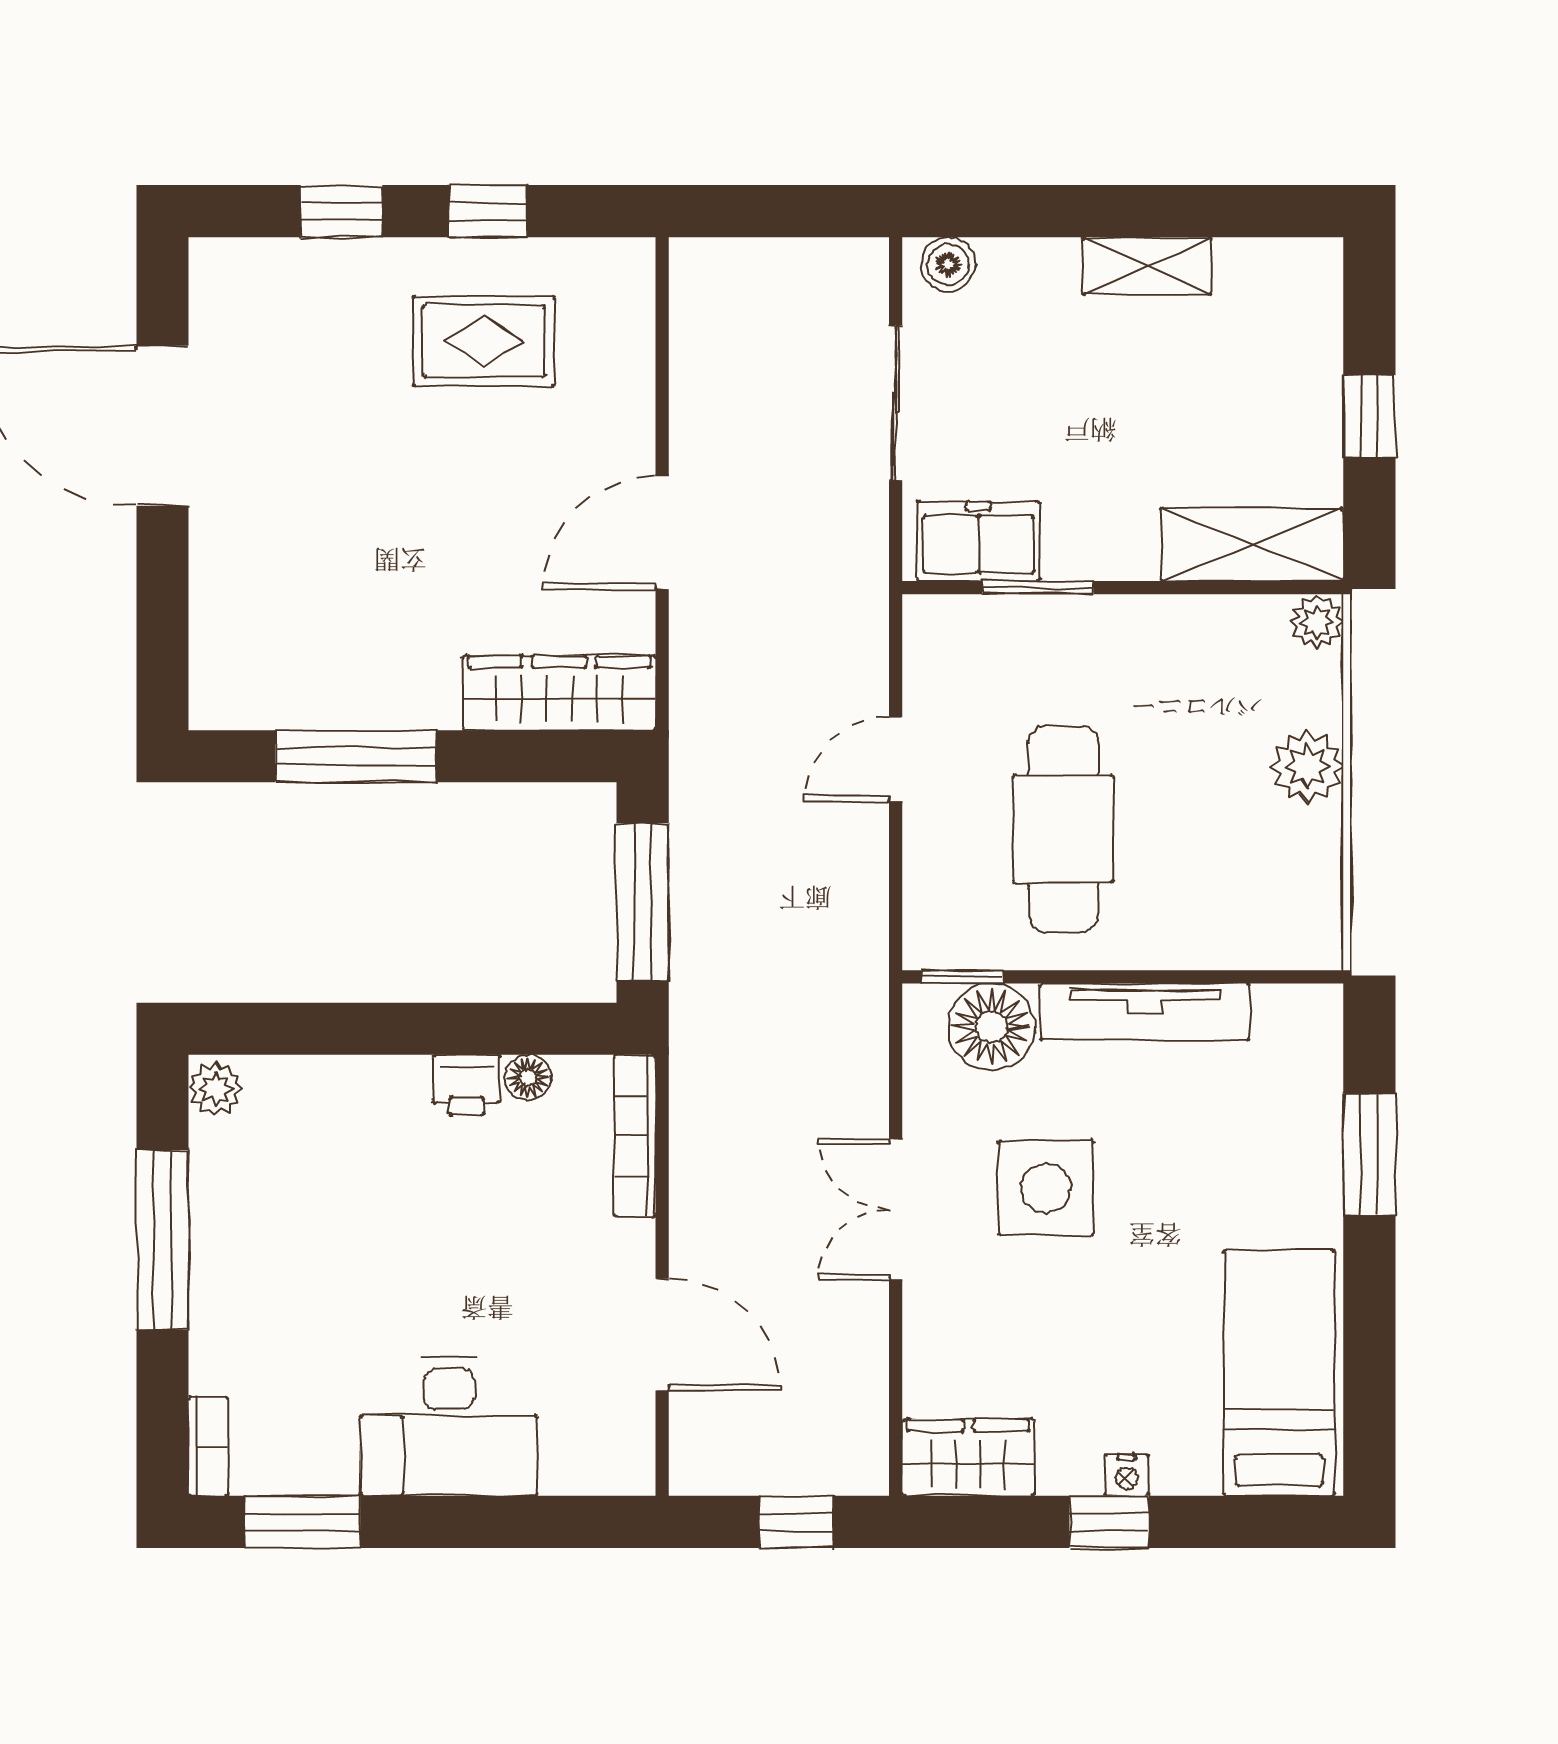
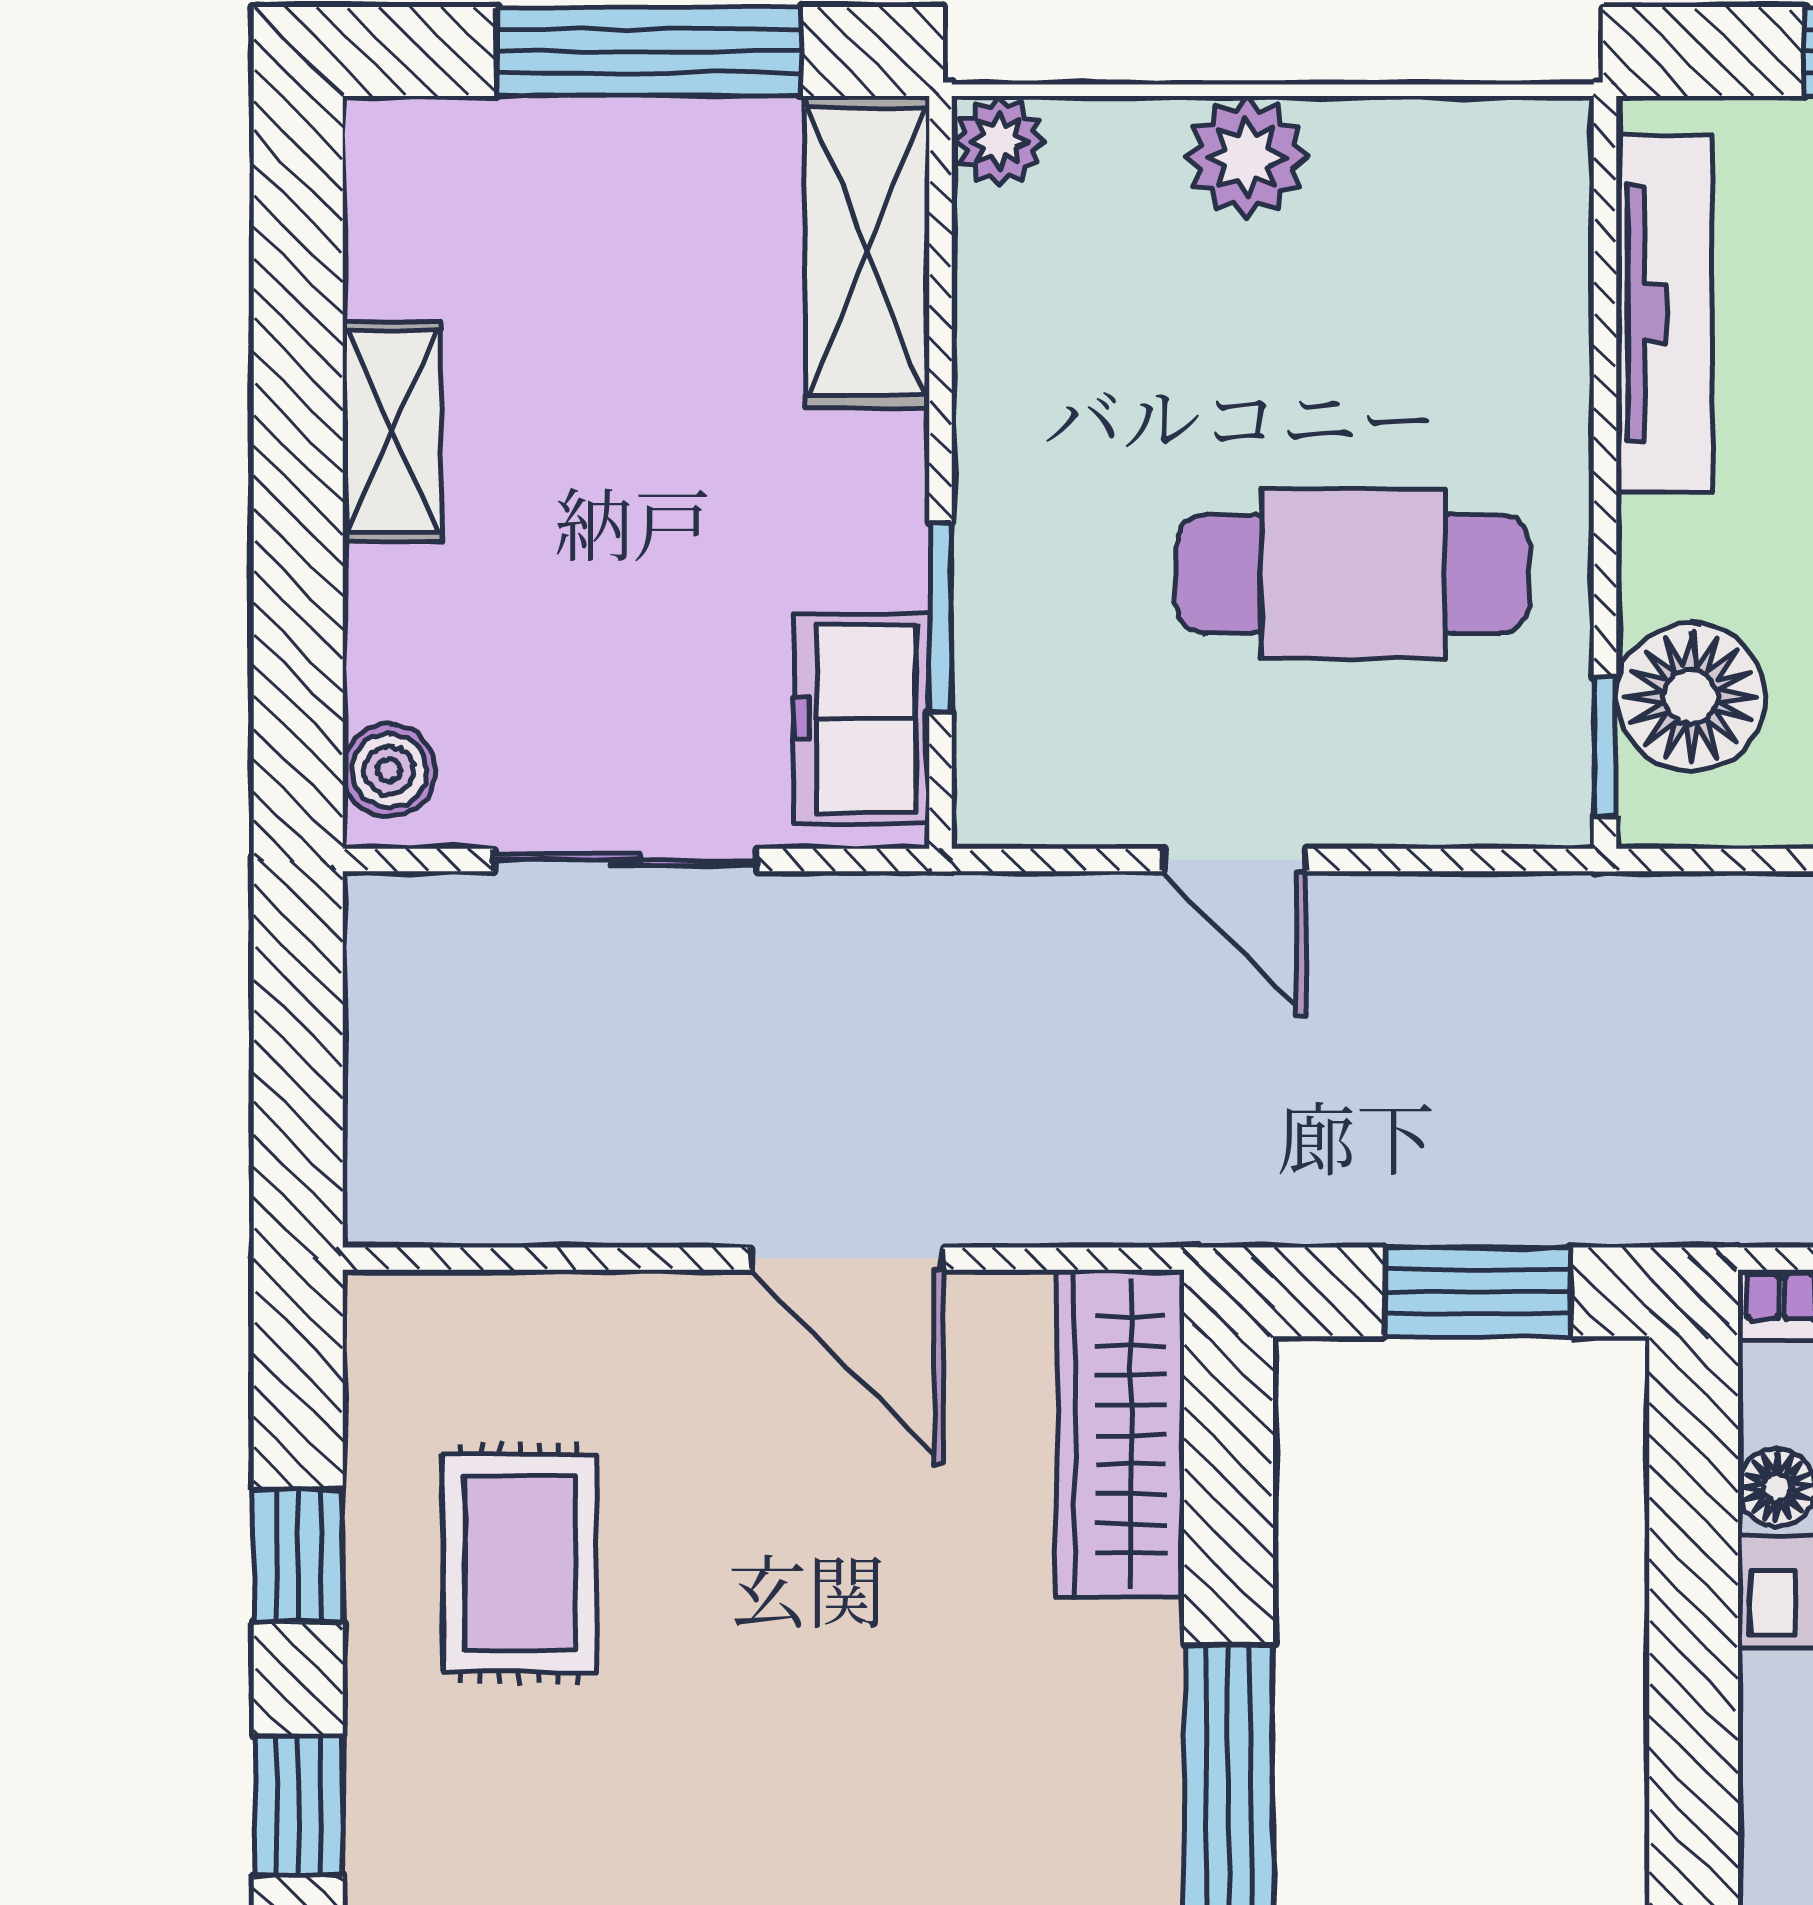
window: (1369, 416) -> (648, 52), width x2.17
window: (643, 902) -> (1478, 1292), width x0.69
tv unit: (1145, 1012) -> (1664, 314), moved

